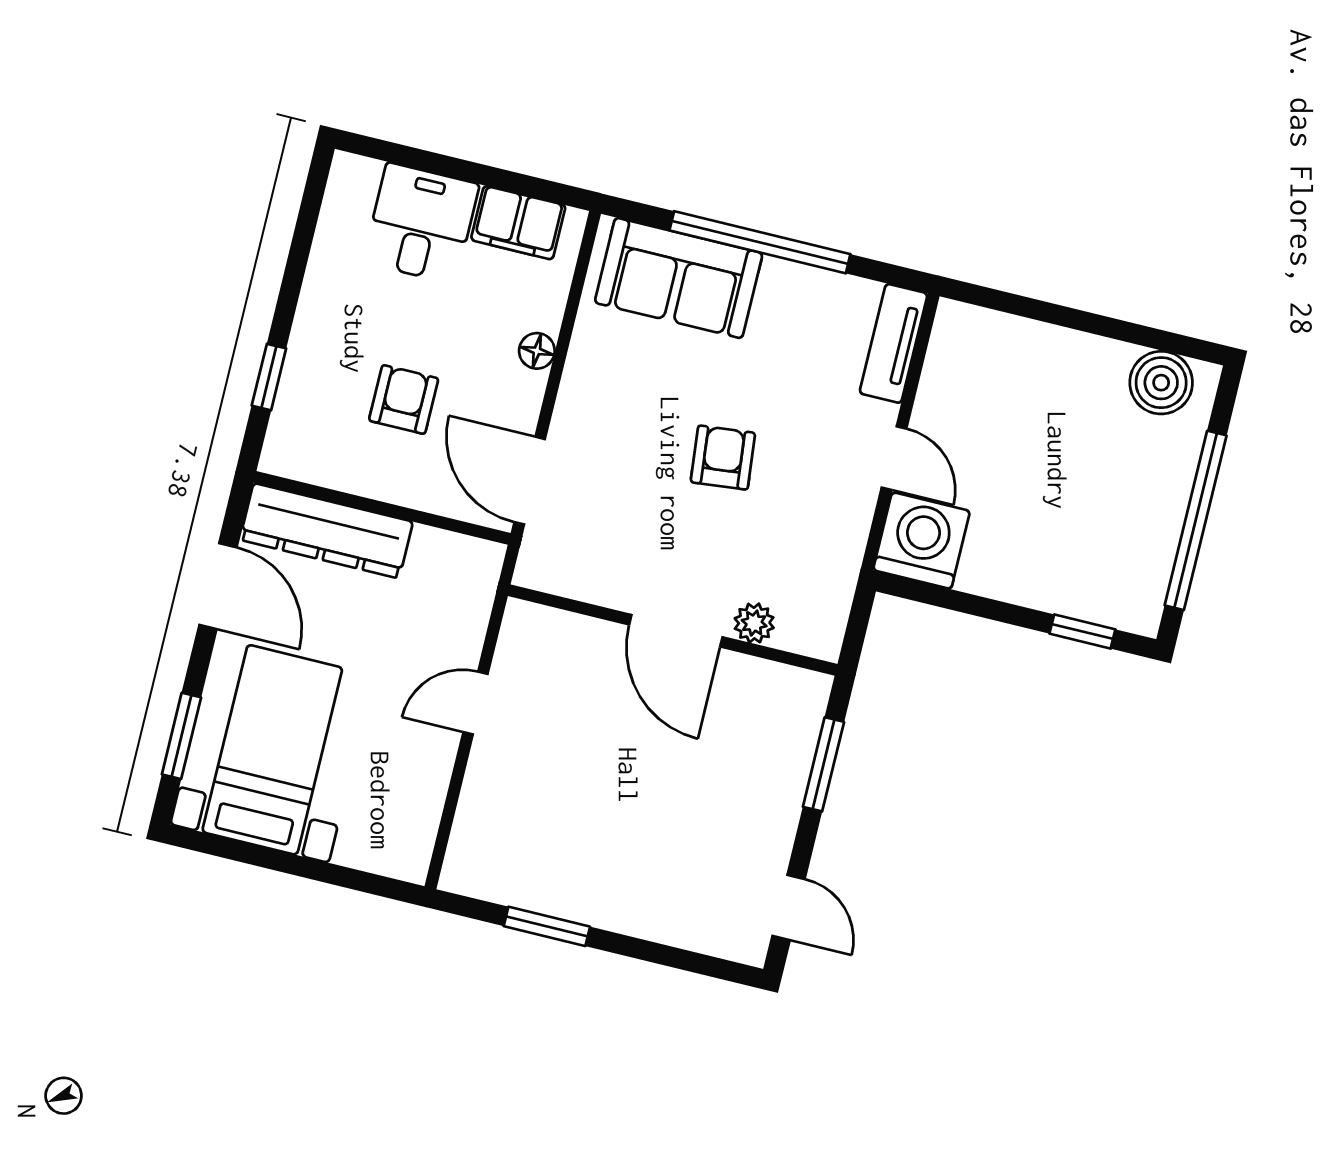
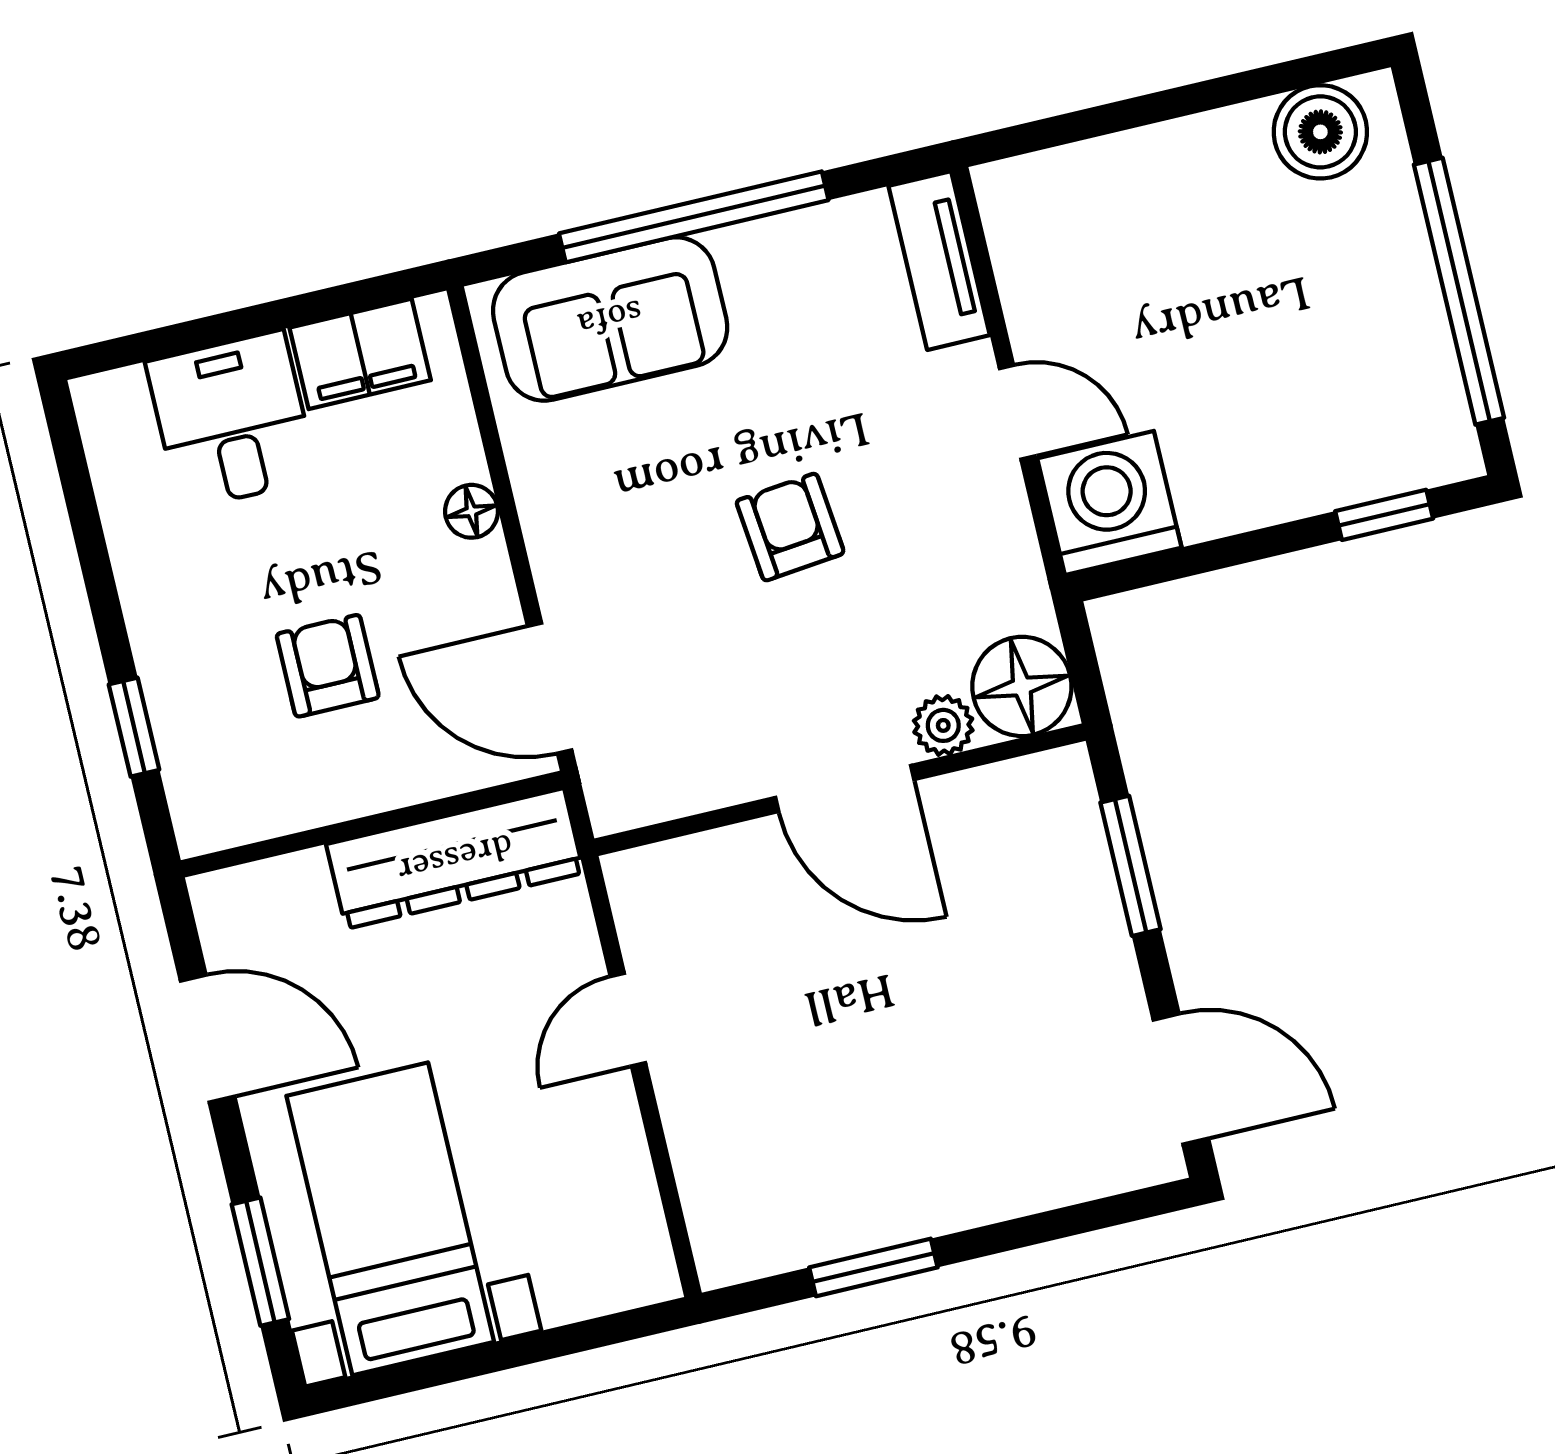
dresser: (326, 531) -> (455, 859), moved
floor lamp: (813, 624) -> (1022, 686), added
door: (789, 907) -> (1181, 1079), width x1.38

